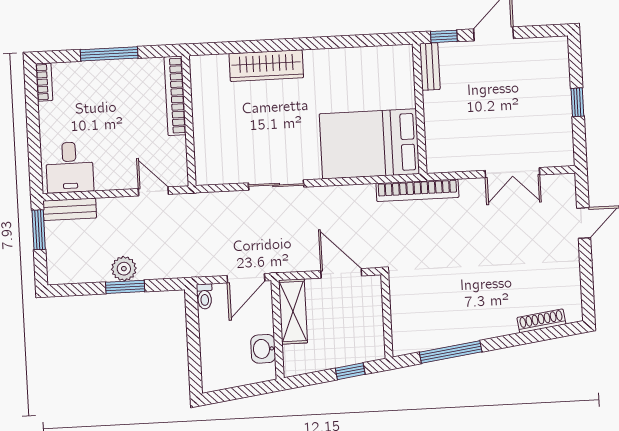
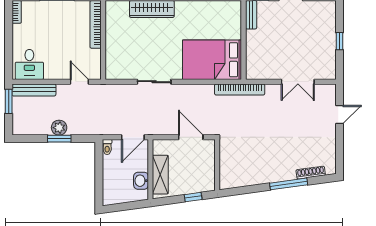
bench: (70, 209) -> (34, 90), width x1.36
shelving: (293, 311) -> (160, 175), moved
window: (451, 352) -> (289, 184), moved

